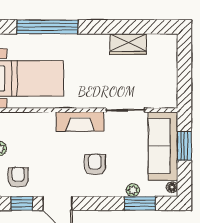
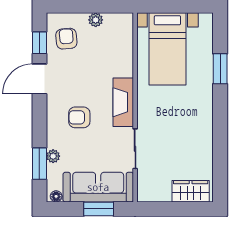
window: (47, 27) -> (220, 69), width x0.47
wardrobe: (128, 44) -> (191, 191), moved, turned 90
armchair: (95, 165) -> (79, 117), turned 180
armchair: (18, 177) -> (66, 39), turned -95

